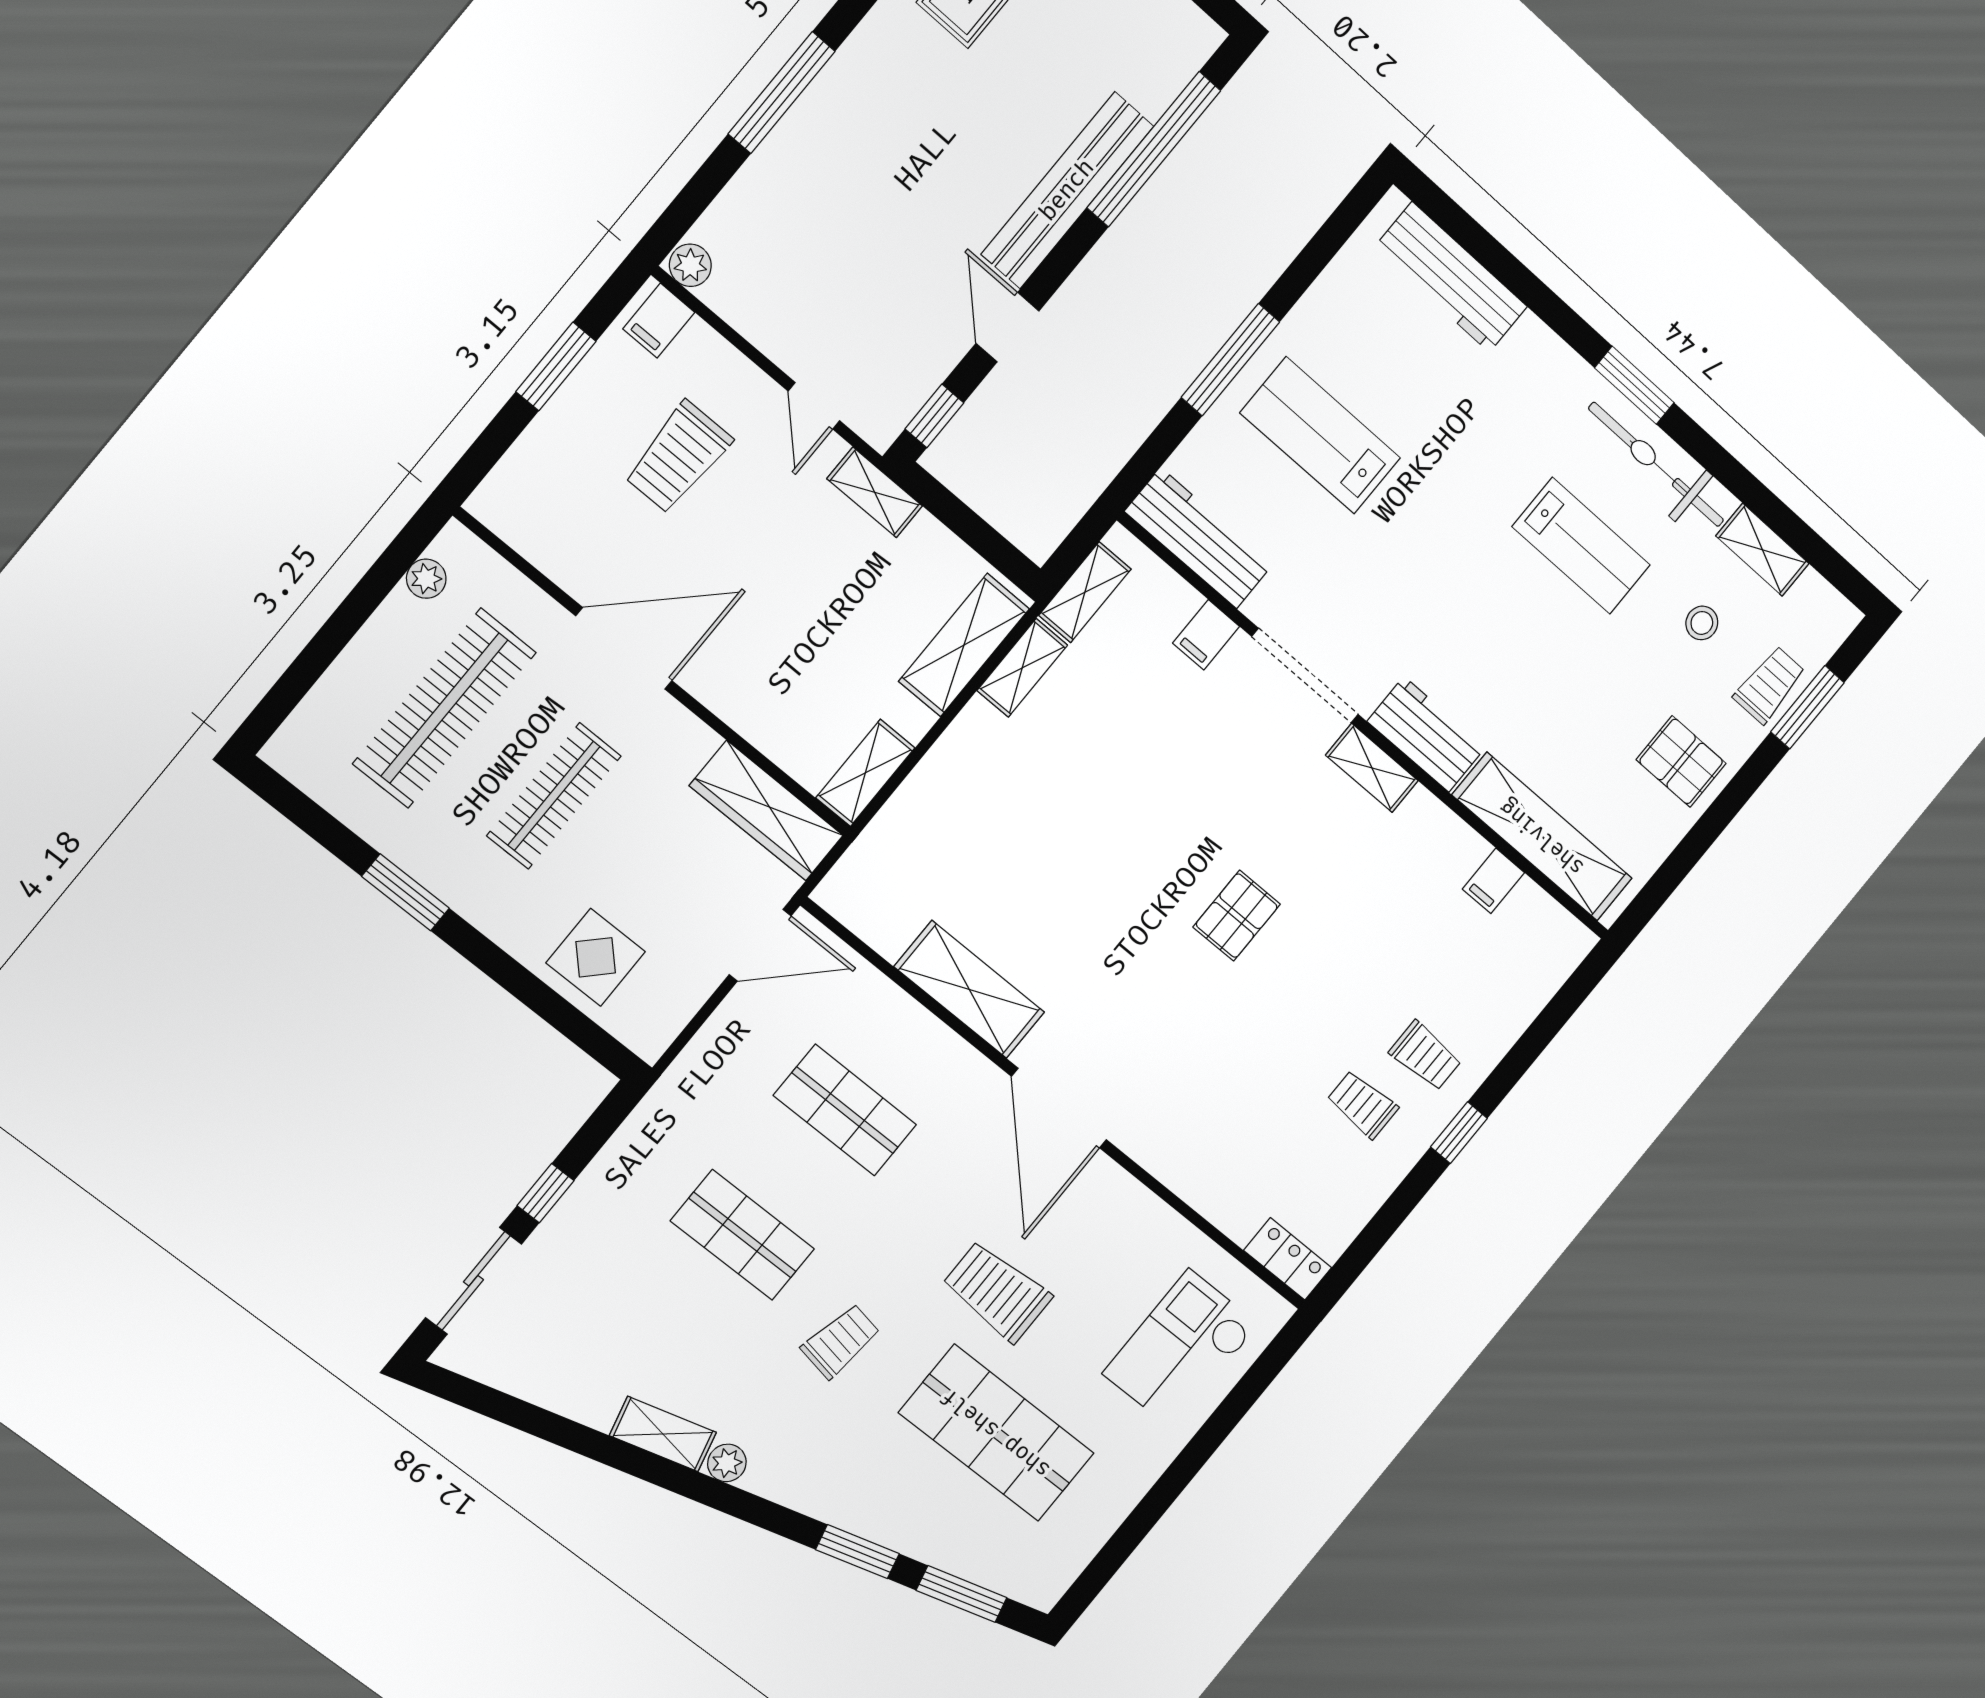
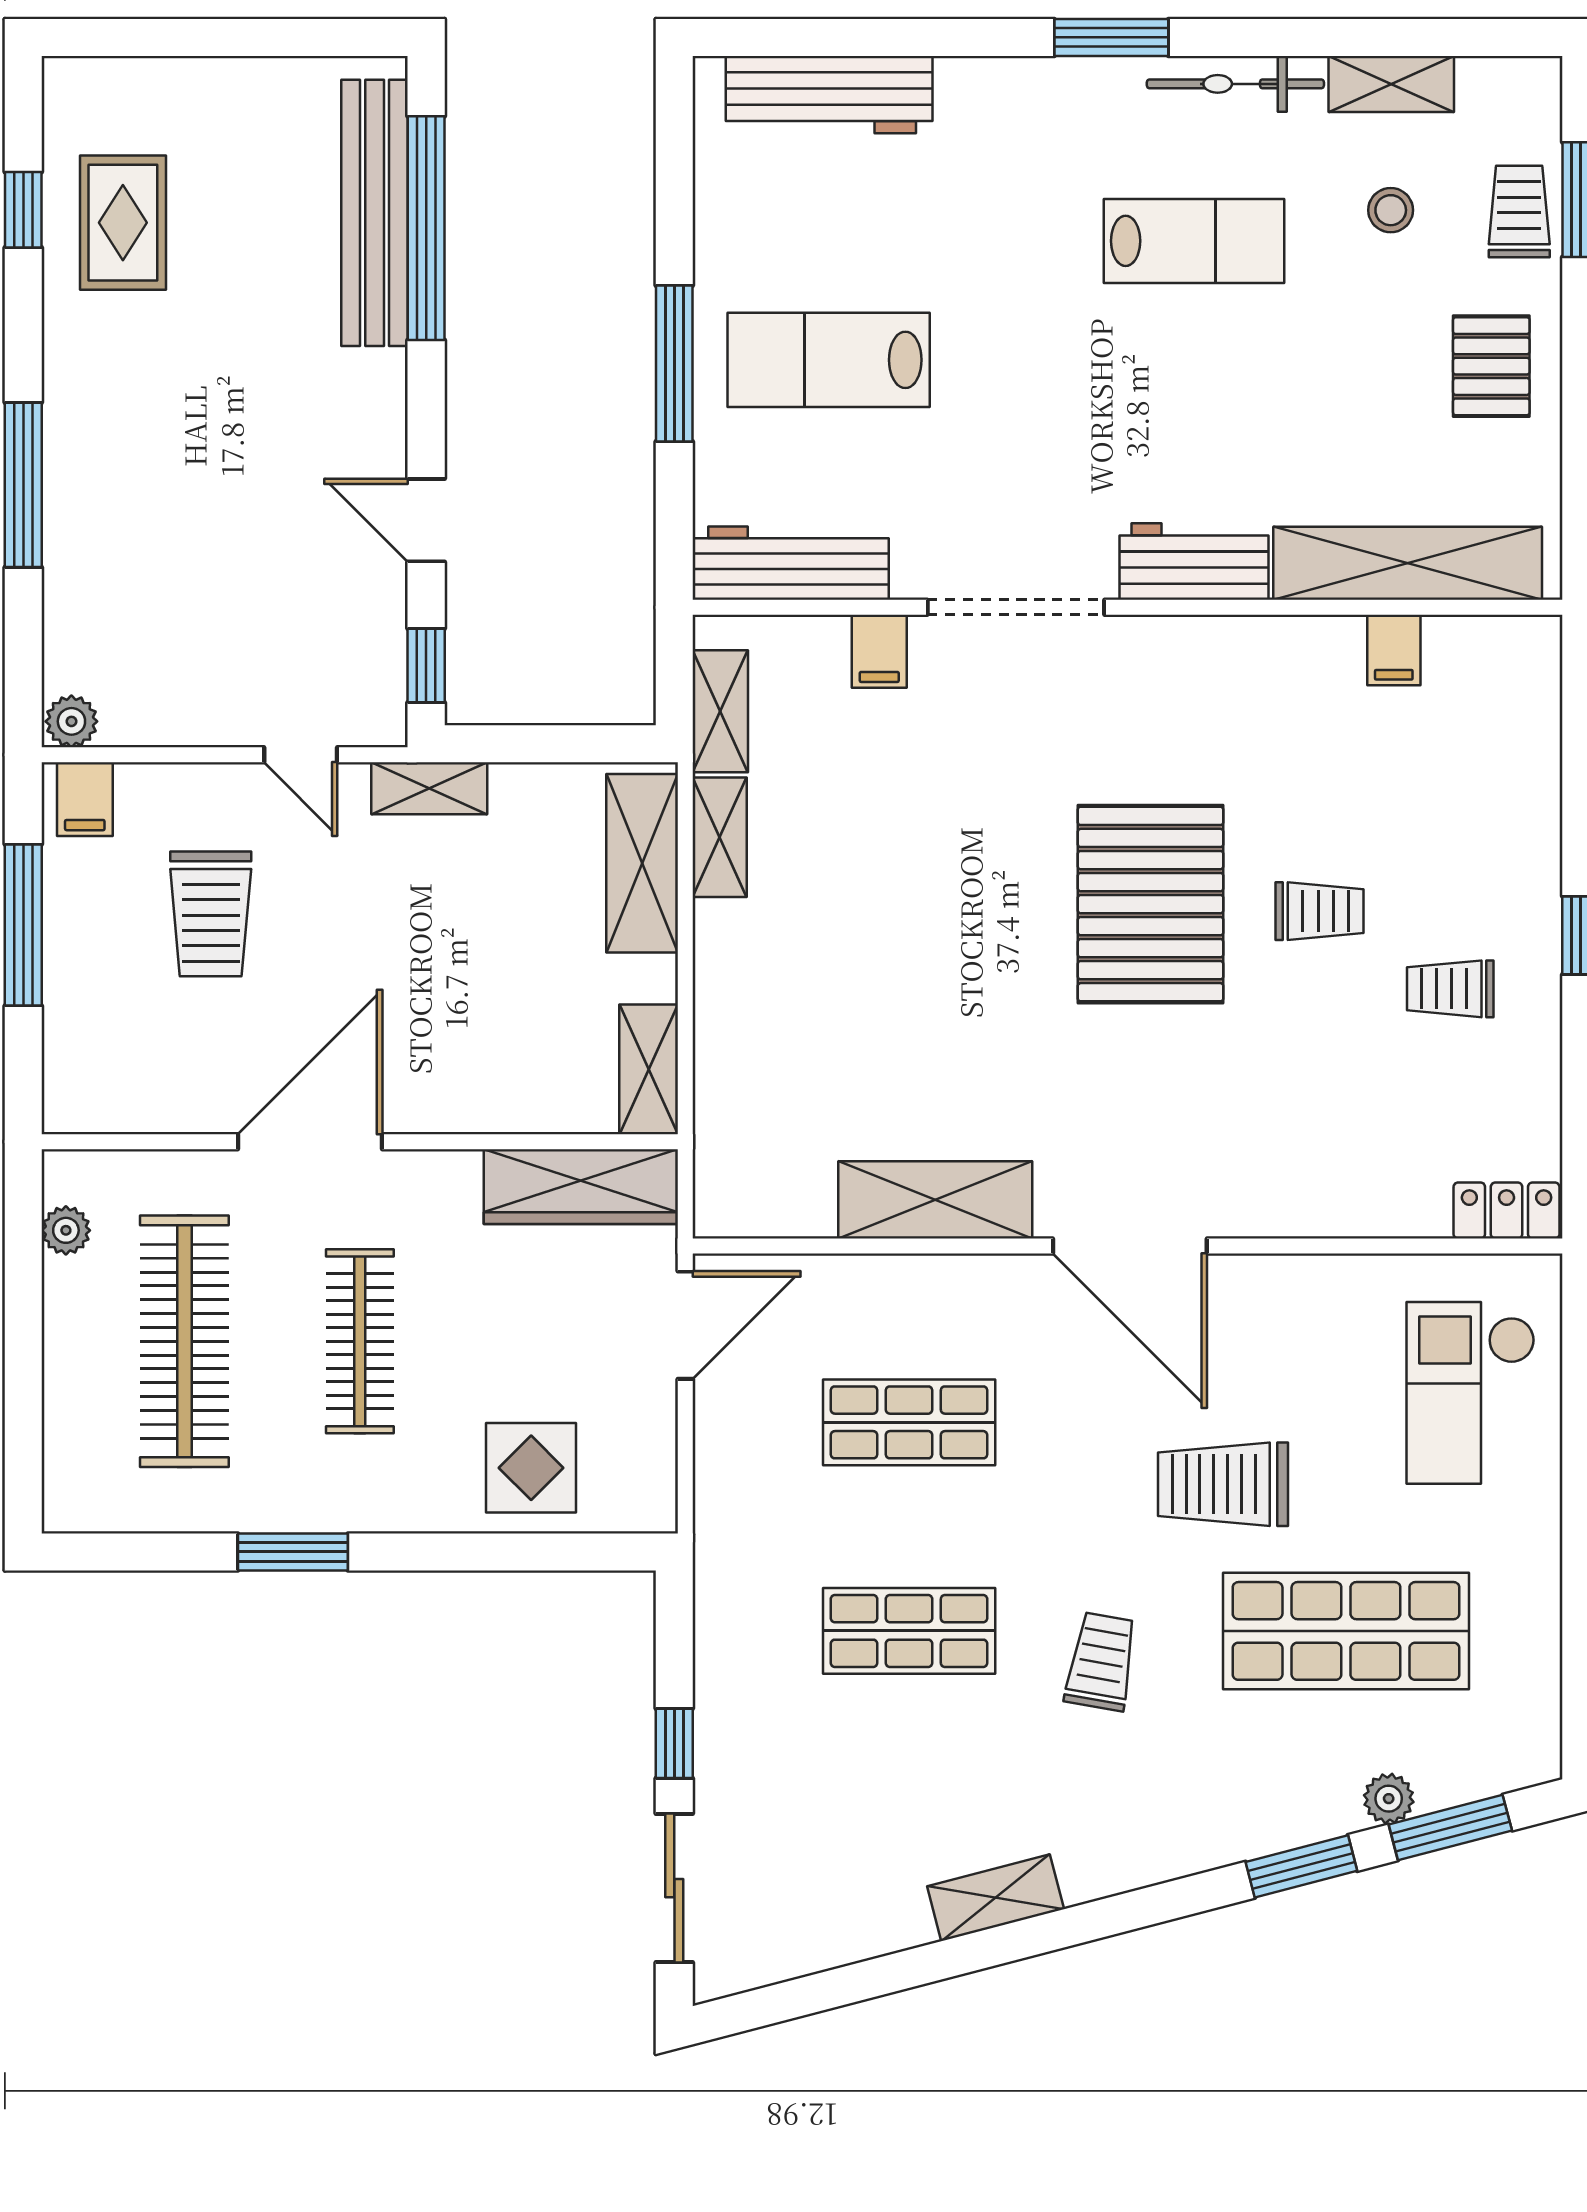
bench: (1067, 190) -> (375, 213), moved
window: (556, 366) -> (23, 925), width x1.44
bicycle: (1656, 465) -> (1235, 84), width x0.73, depth x0.71
pallet: (1681, 761) -> (1491, 366), turned 90
shelving: (1372, 768) -> (1165, 642), removed
pallet: (1237, 916) -> (1151, 904), width x2.05, depth x2.00
trolley: (1425, 1056) -> (1319, 911), moved
plant: (727, 1463) -> (1389, 1799), moved

